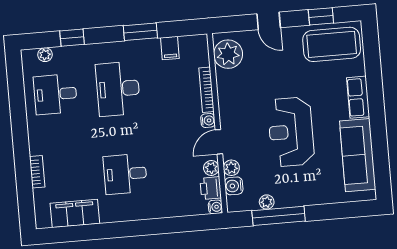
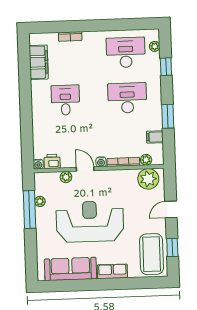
desk: (55, 94) -> (126, 52), width x1.37
reception desk: (291, 132) -> (90, 222), width x1.36, depth x1.30
plant: (211, 168) -> (146, 160), moved
water cooler: (234, 186) -> (53, 178), removed

